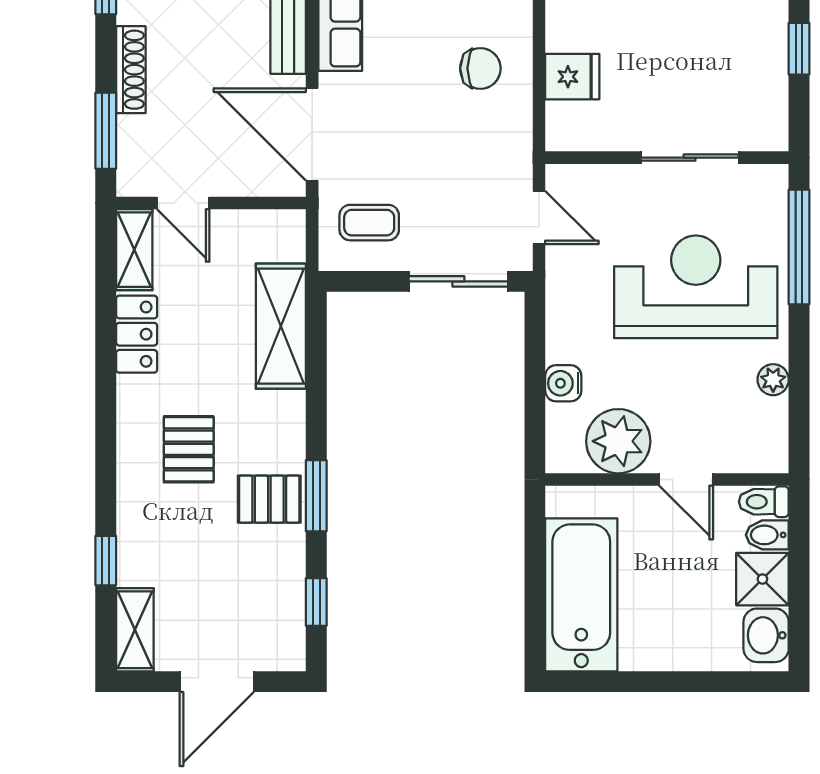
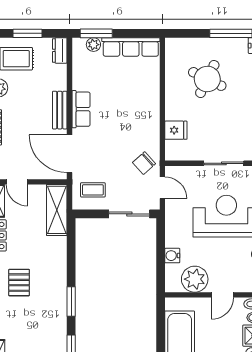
chair: (480, 68) -> (144, 163), moved, turned 138
shelving: (281, 326) -> (57, 210), moved
door: (686, 479) -> (222, 295), hinge flipped
pallet: (269, 499) -> (52, 303), removed

